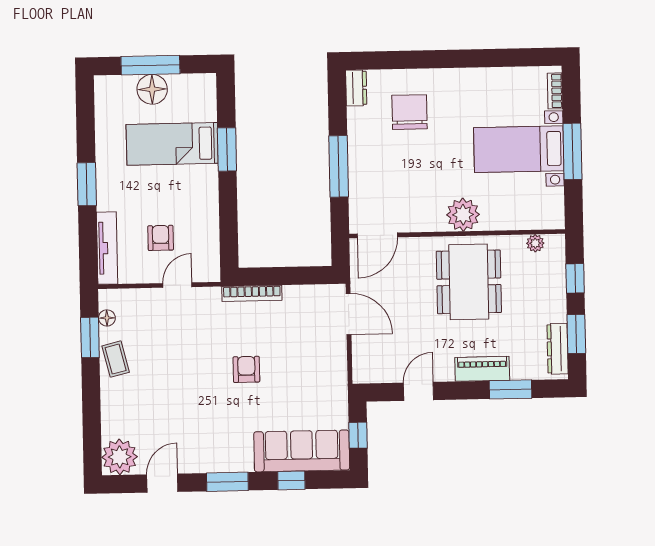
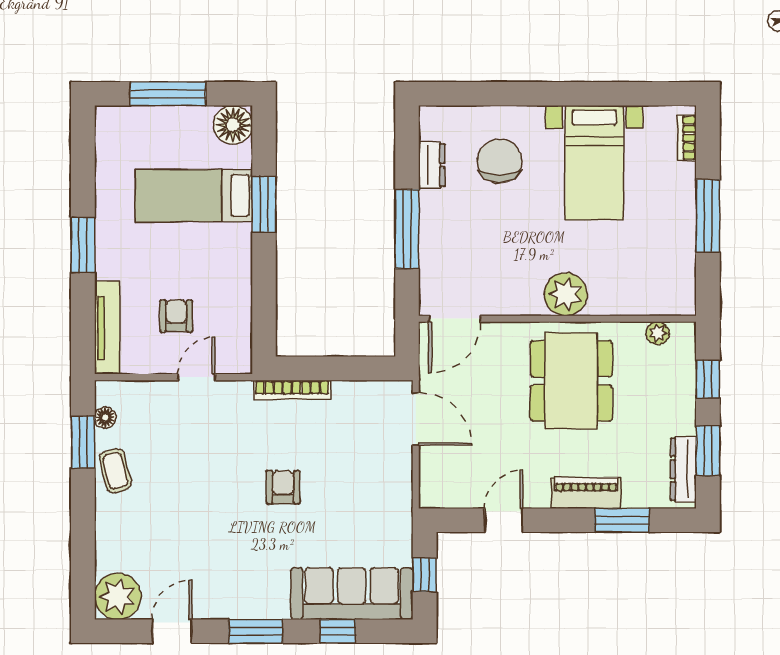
dresser: (356, 88) -> (432, 165), moved
floor lamp: (152, 89) -> (233, 125), moved
bed with nightstands: (519, 149) -> (594, 163), moved, turned -90

